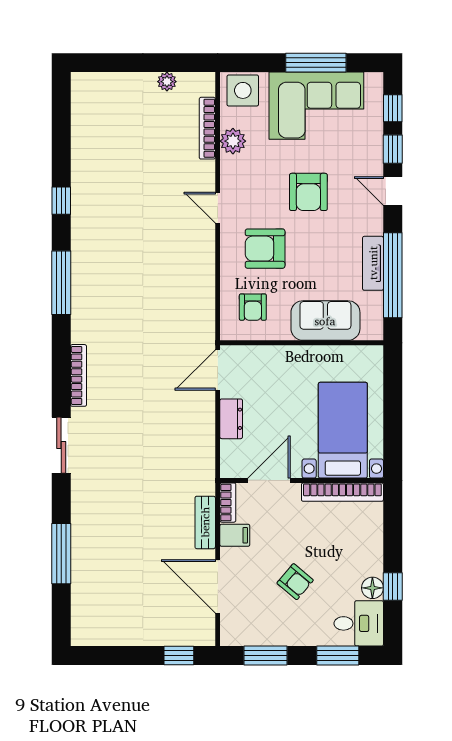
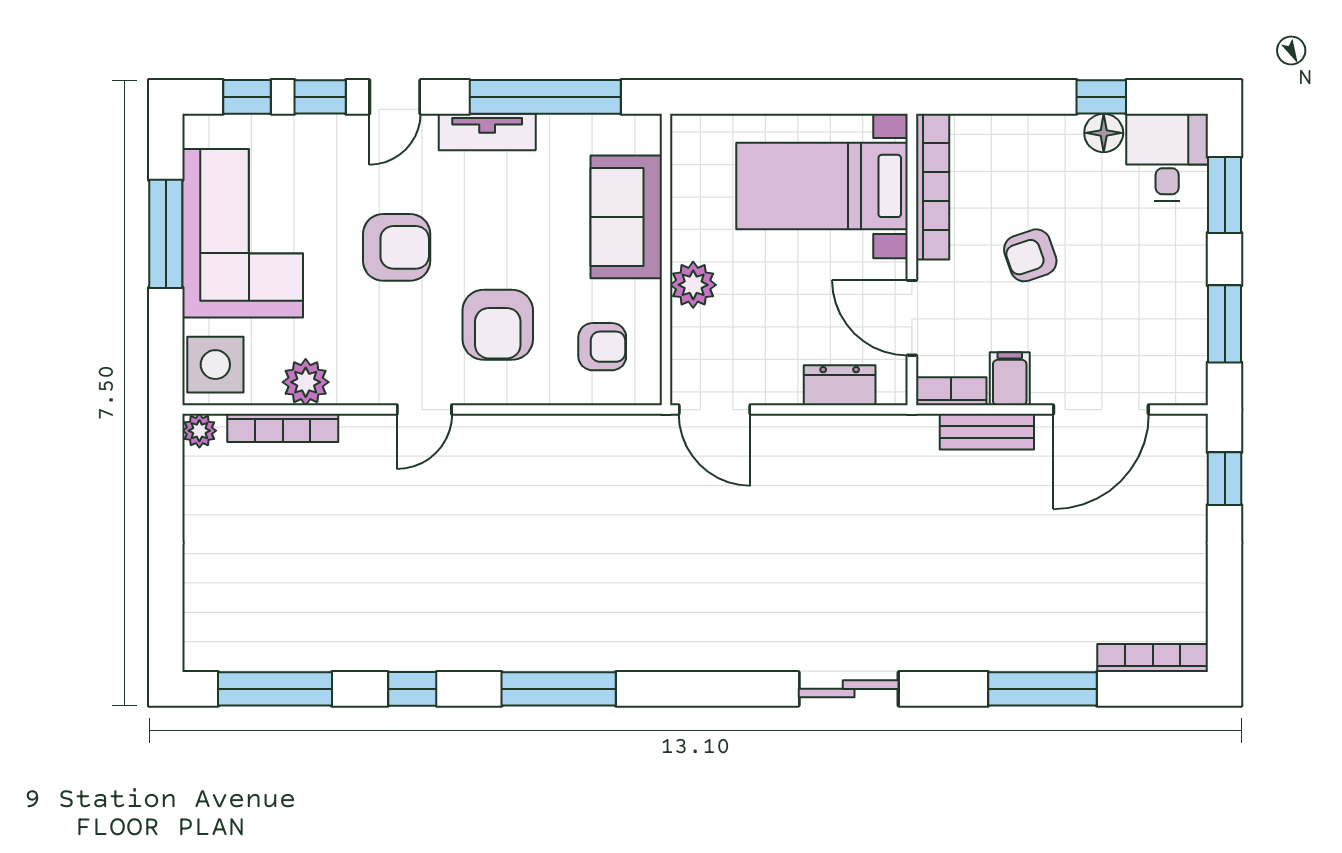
plant: (167, 82) -> (199, 431), moved
window: (61, 124) -> (275, 689), added
tv unit: (373, 263) -> (487, 132), moved
plant: (287, 358) -> (693, 285), added
bookcase: (78, 375) -> (1153, 658), moved
dresser: (231, 419) -> (840, 385), moved
armchair: (295, 582) -> (1030, 255), moved, turned -149

